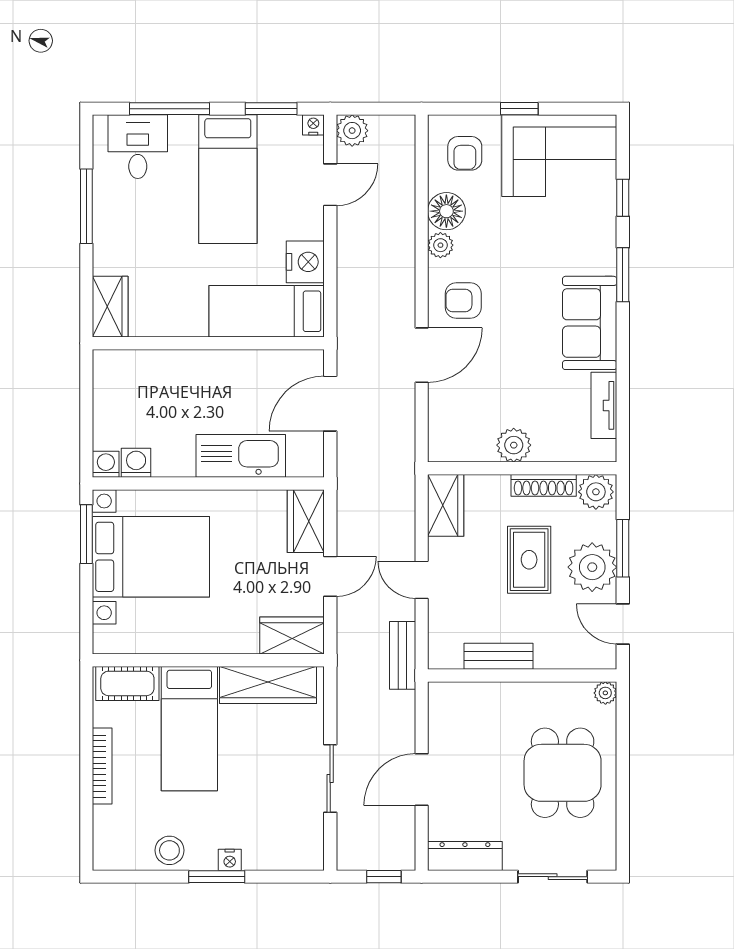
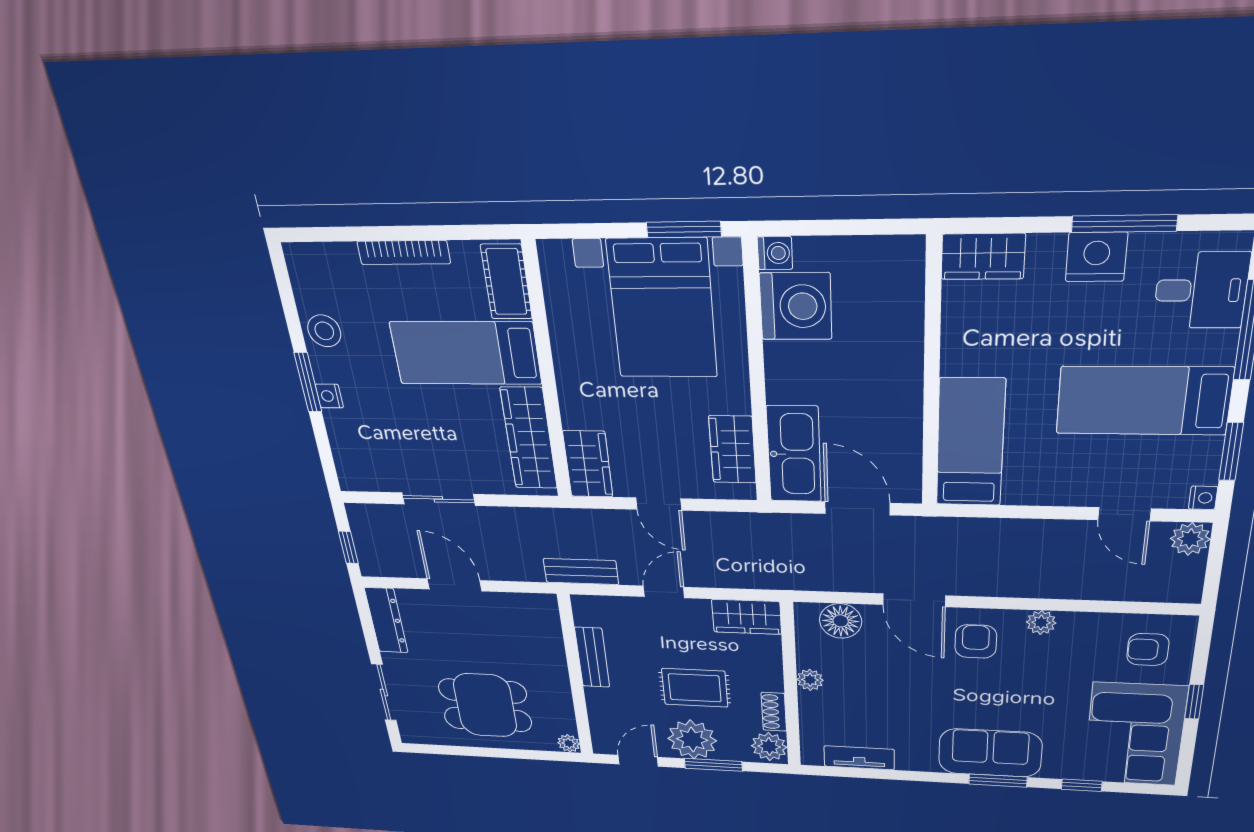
floor lamp: (446, 211) -> (841, 621), moved
nightstand: (305, 262) -> (1096, 257), moved, turned 180
sofa: (590, 323) -> (990, 753), moved
plant: (514, 445) -> (810, 680), width x0.73, depth x0.73
kitchen sink: (241, 456) -> (794, 454), moved
washing machine: (136, 463) -> (796, 306), width x1.89, depth x1.89
shoe rack: (544, 485) -> (774, 712), width x0.70
wardrobe: (306, 521) -> (732, 450), moved, turned -90

